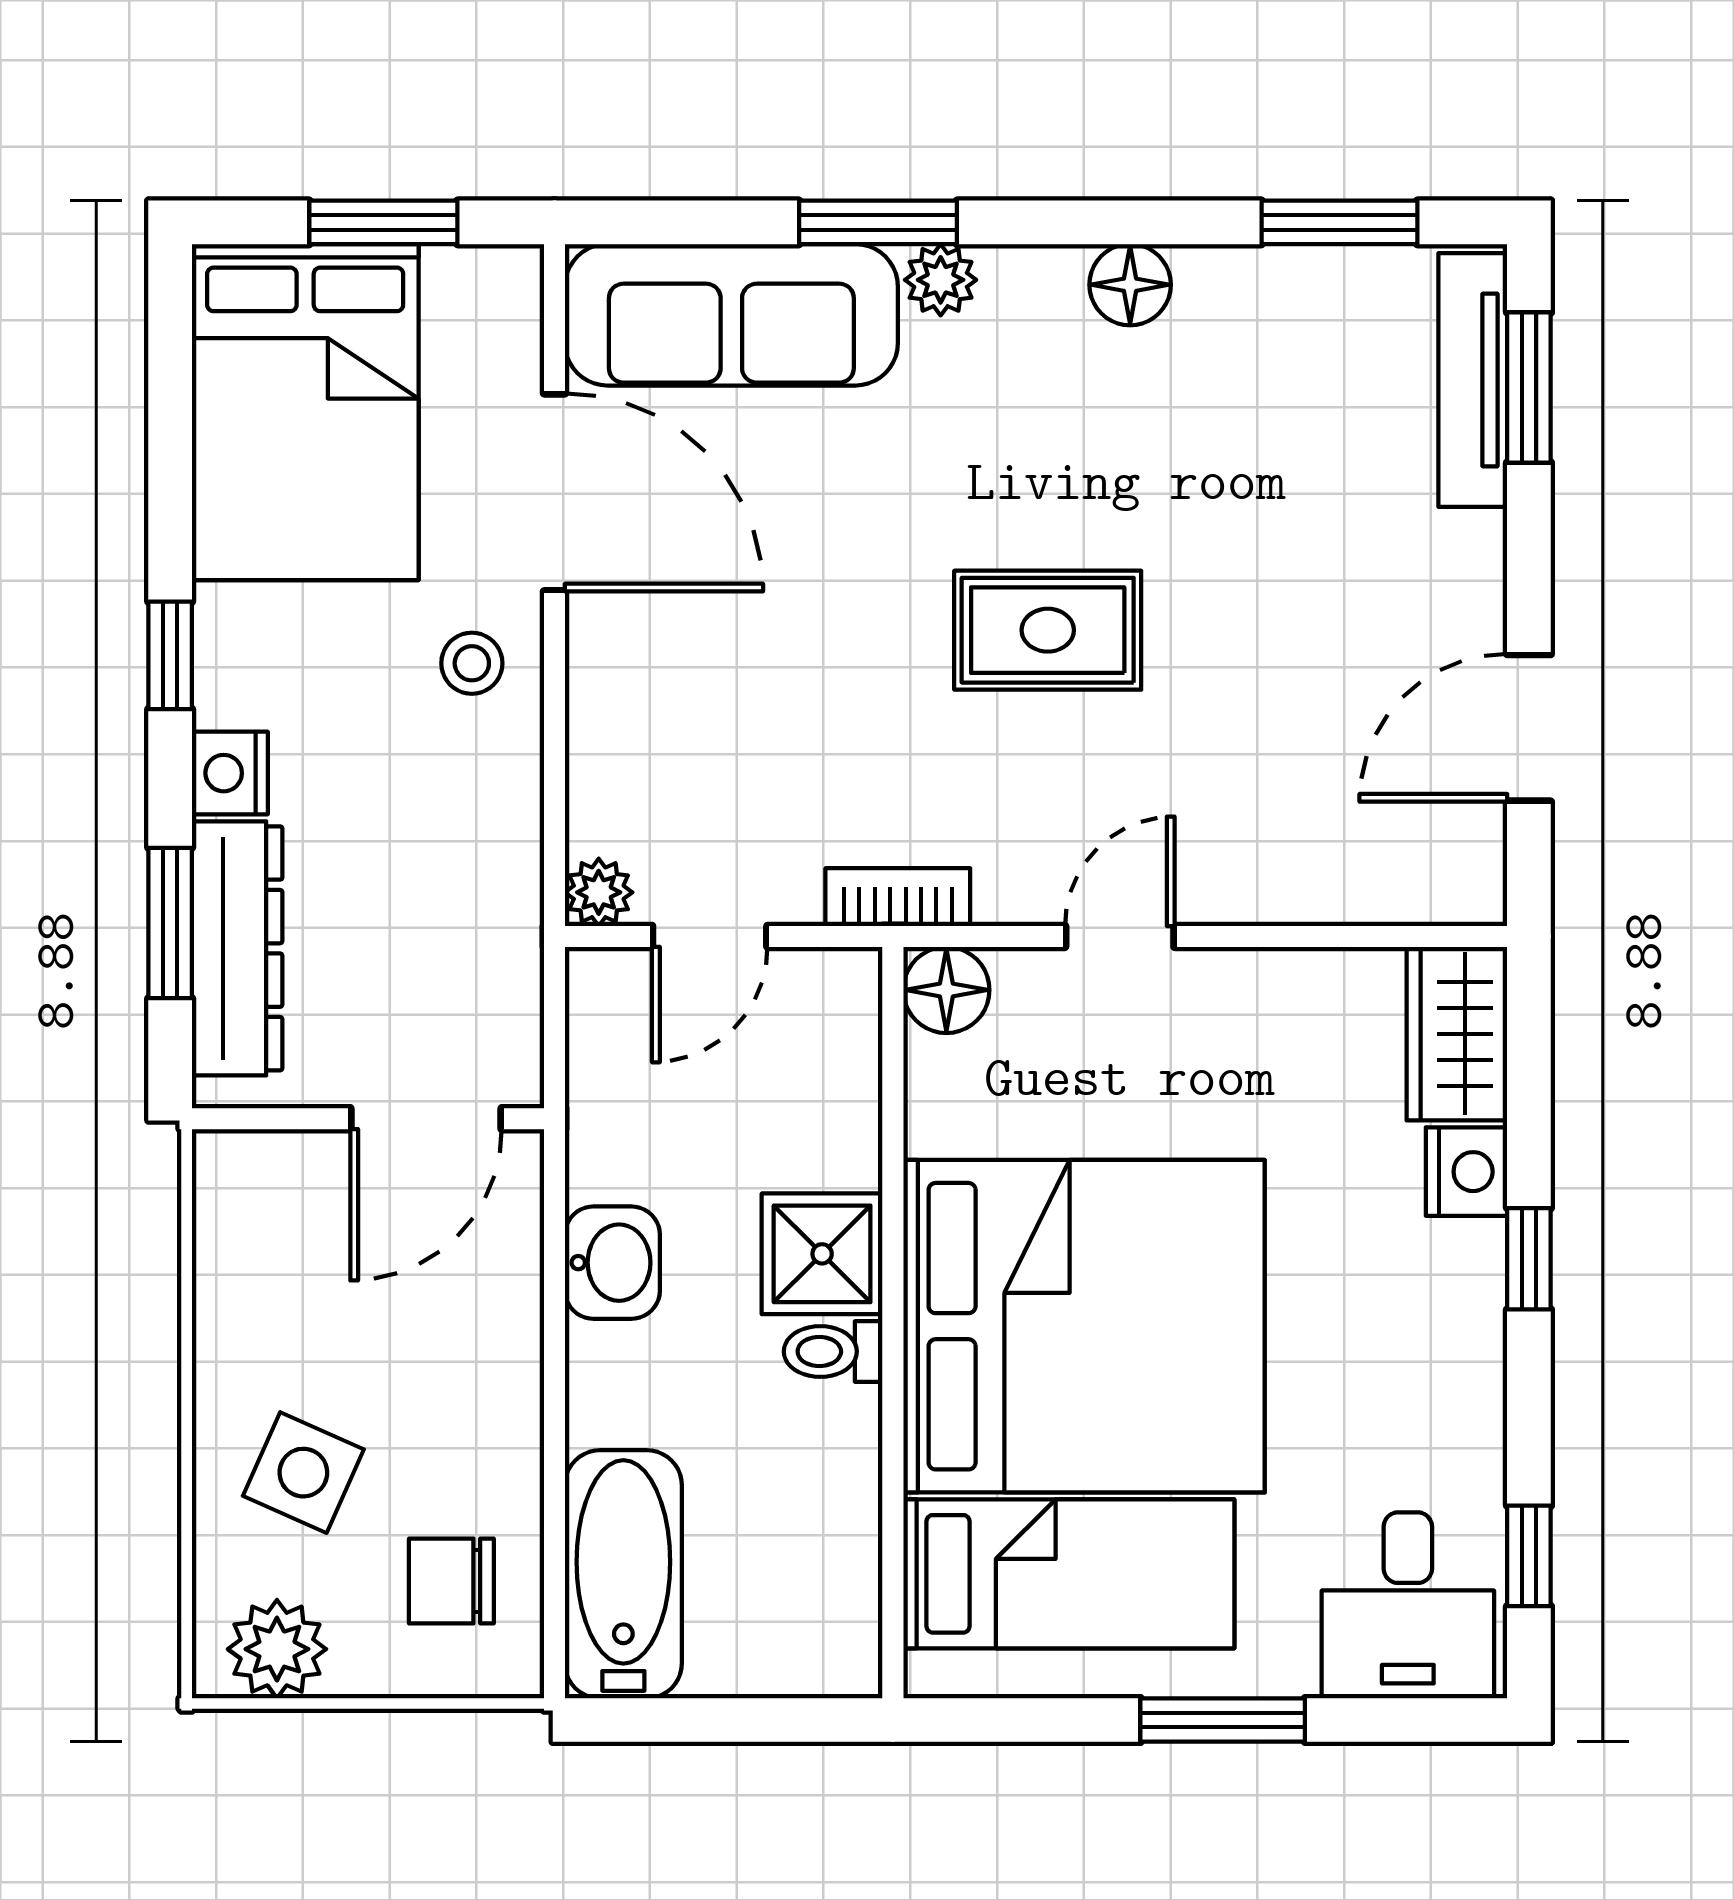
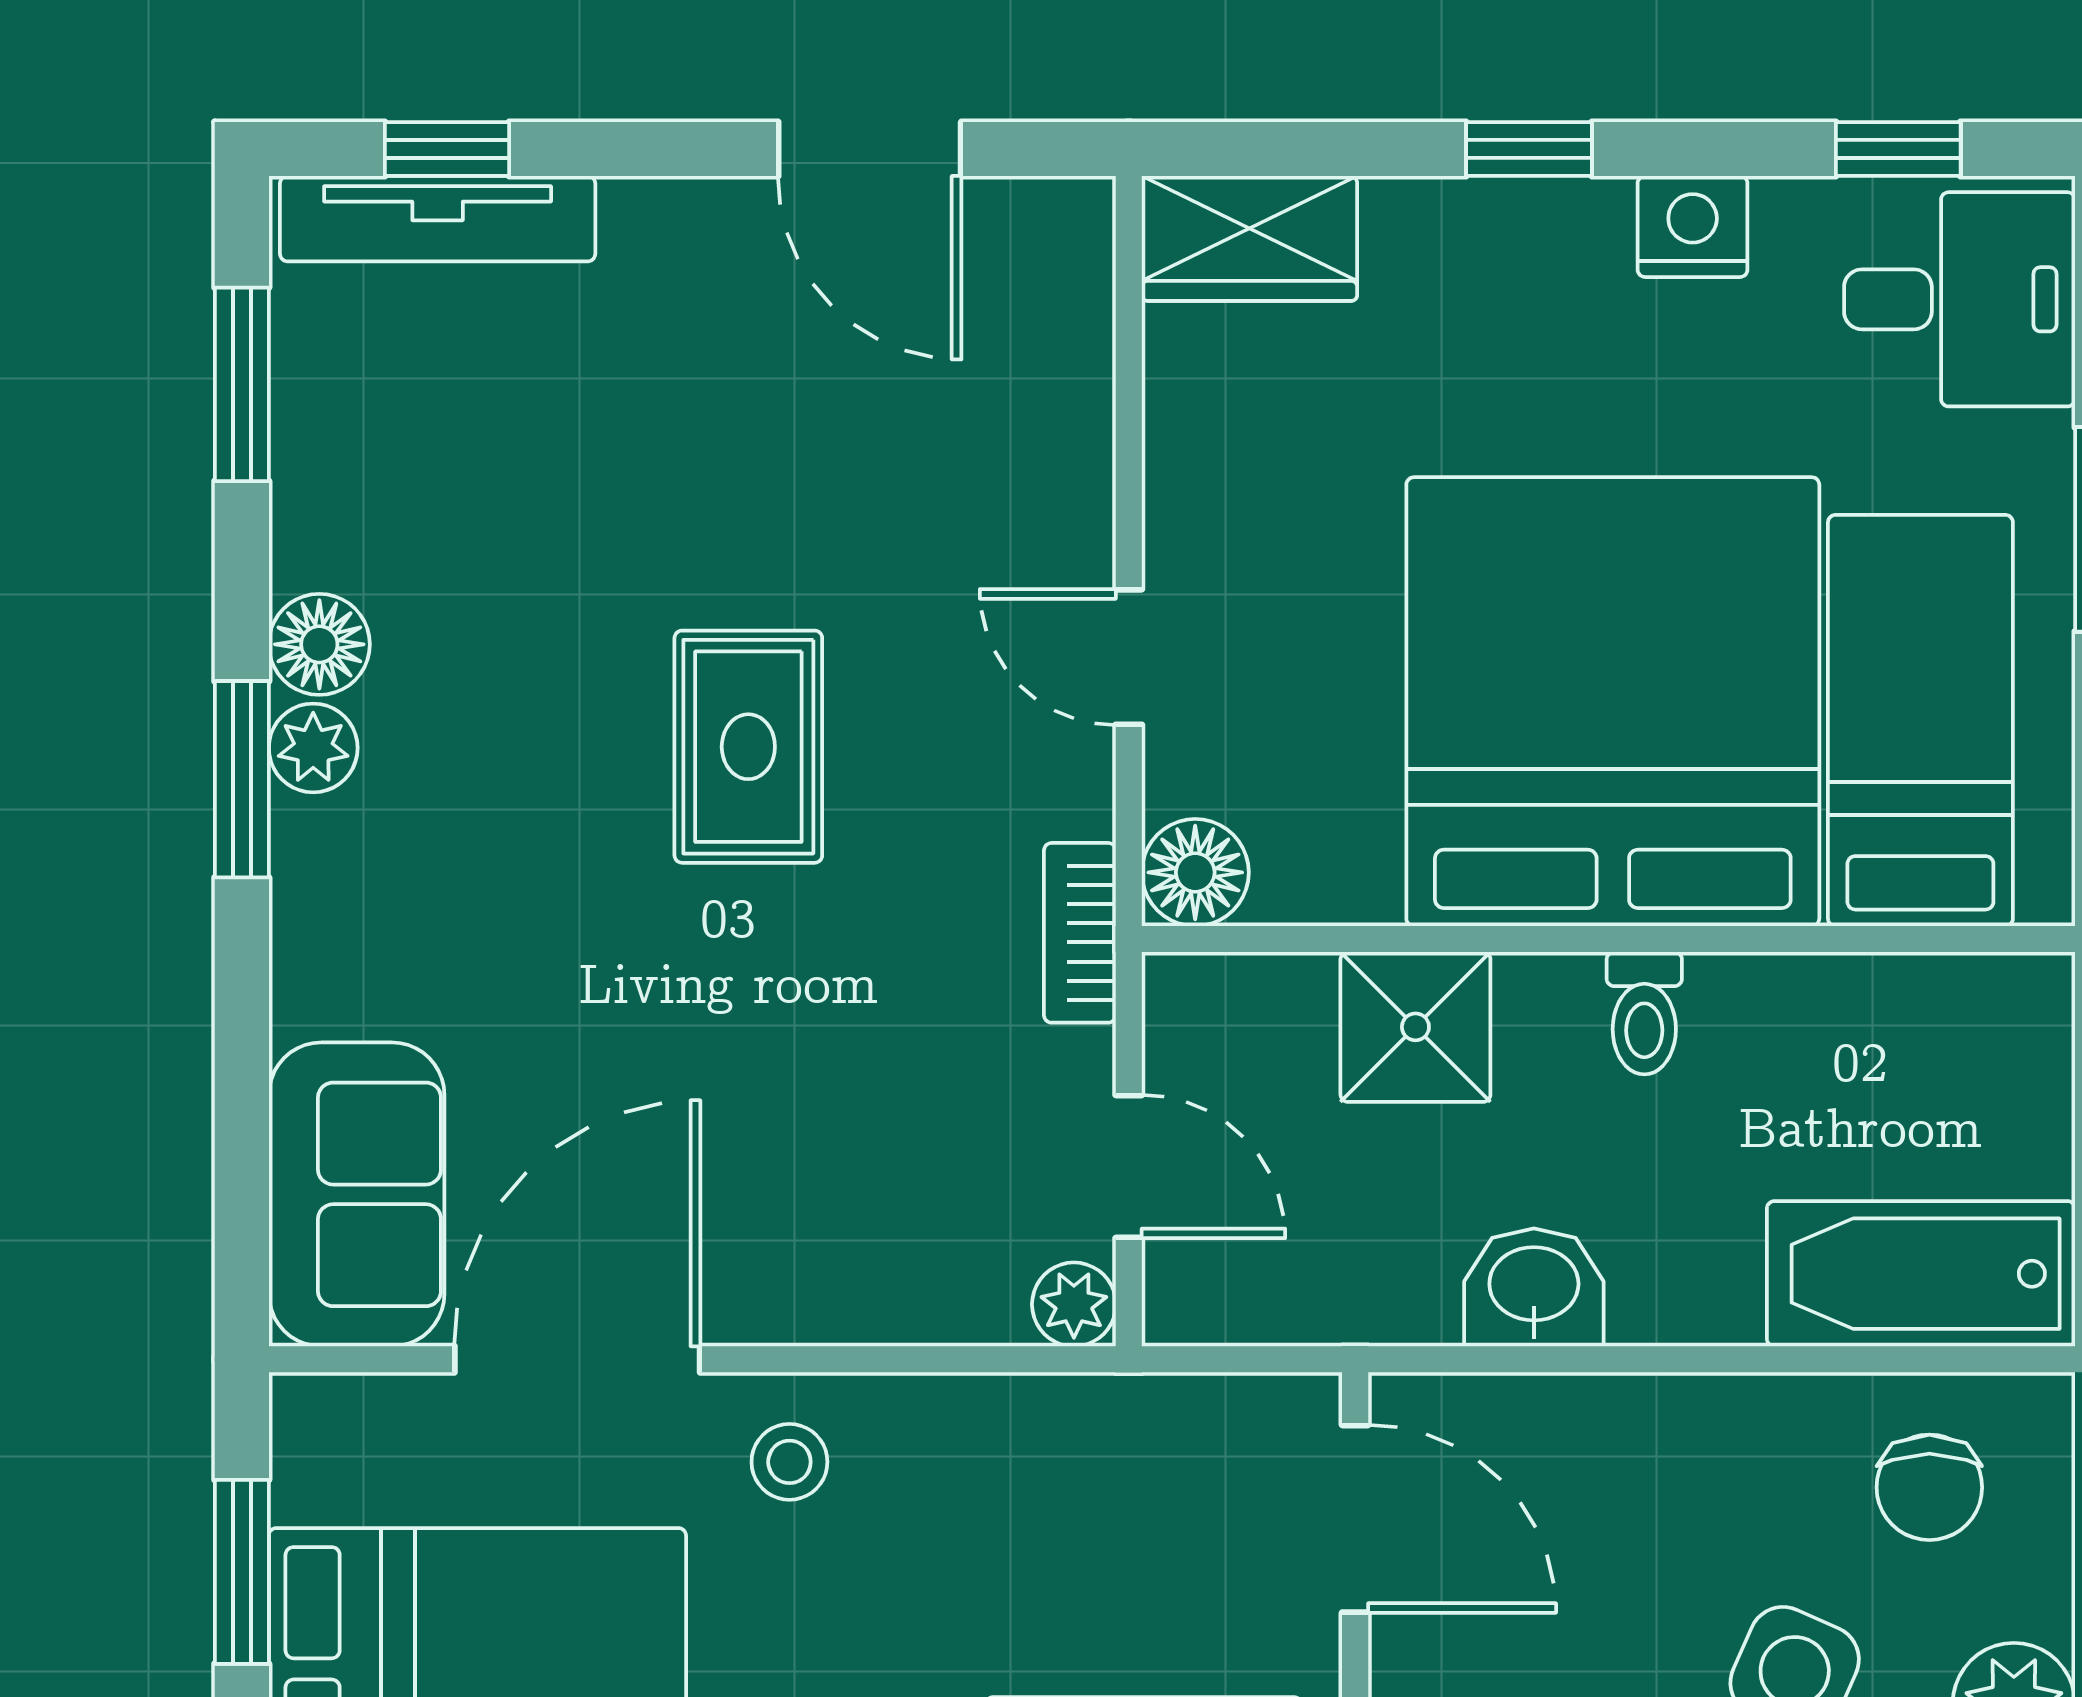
window: (878, 222) -> (242, 779), moved
plant: (941, 280) -> (313, 748), moved
sofa: (731, 315) -> (357, 1194), width x0.73
window: (1529, 388) -> (447, 149), width x0.67
nightstand: (1467, 1172) -> (1693, 226), moved
shower: (822, 1254) -> (1415, 1027), moved

